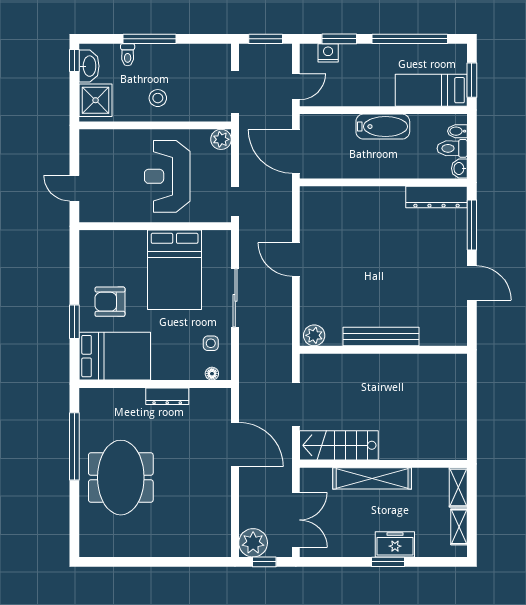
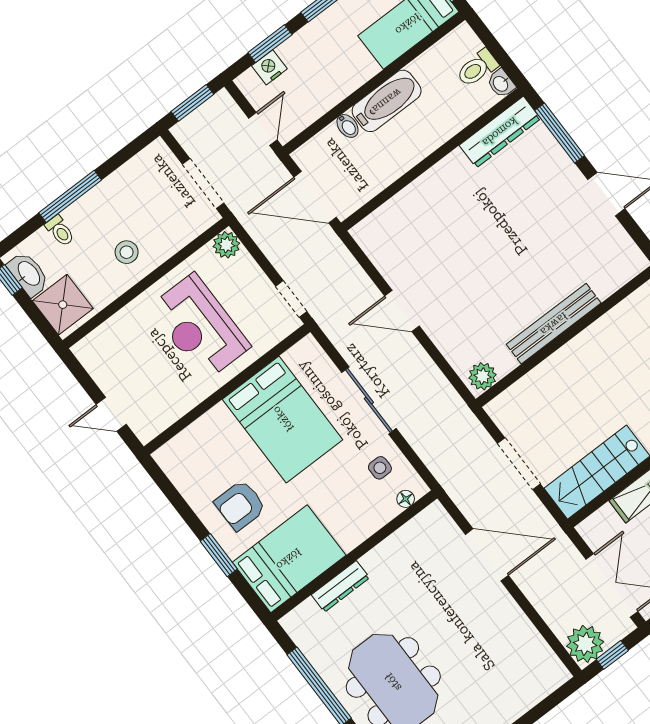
bidet: (457, 131) -> (347, 126), moved, turned -90
dresser: (167, 396) -> (340, 586), moved

